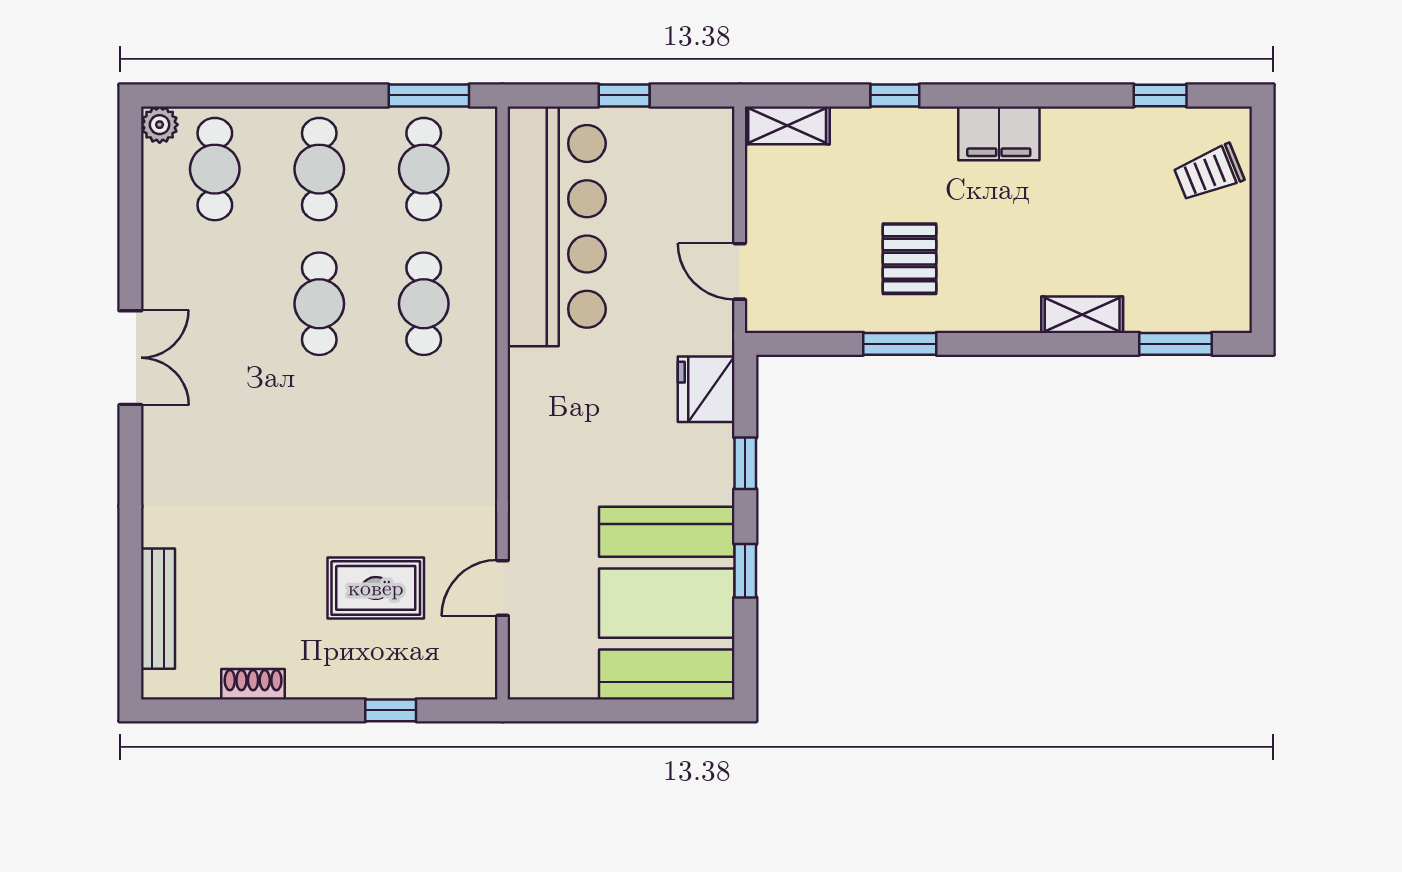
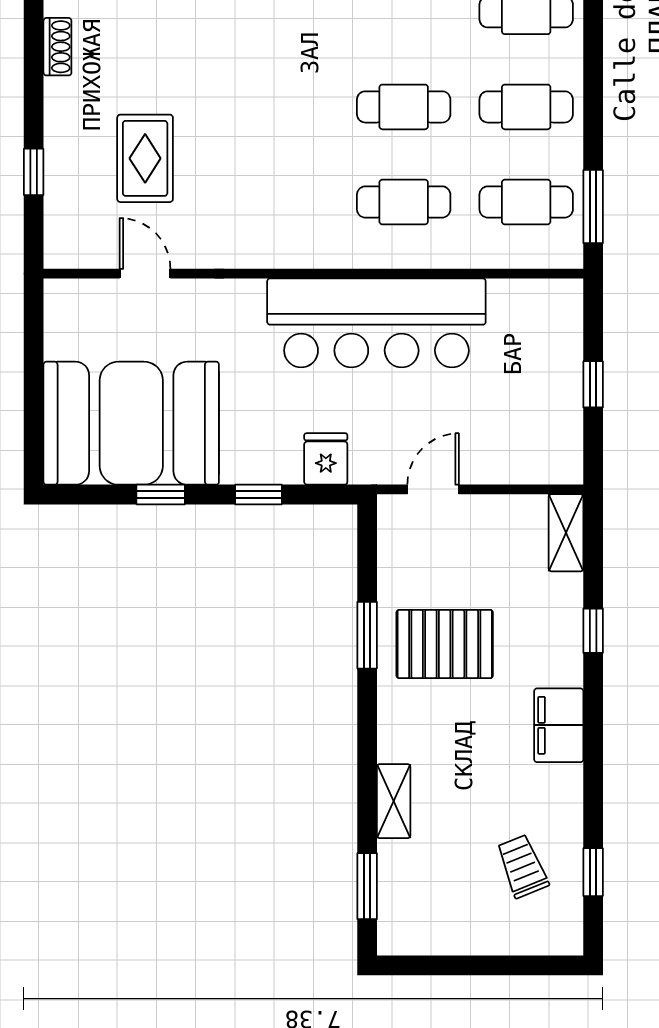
trolley: (1209, 173) -> (522, 866), moved
bar counter: (557, 226) -> (376, 323), moved
pallet: (909, 259) -> (445, 644), width x1.50, depth x1.42
fridge: (706, 389) -> (326, 459), width x0.72

